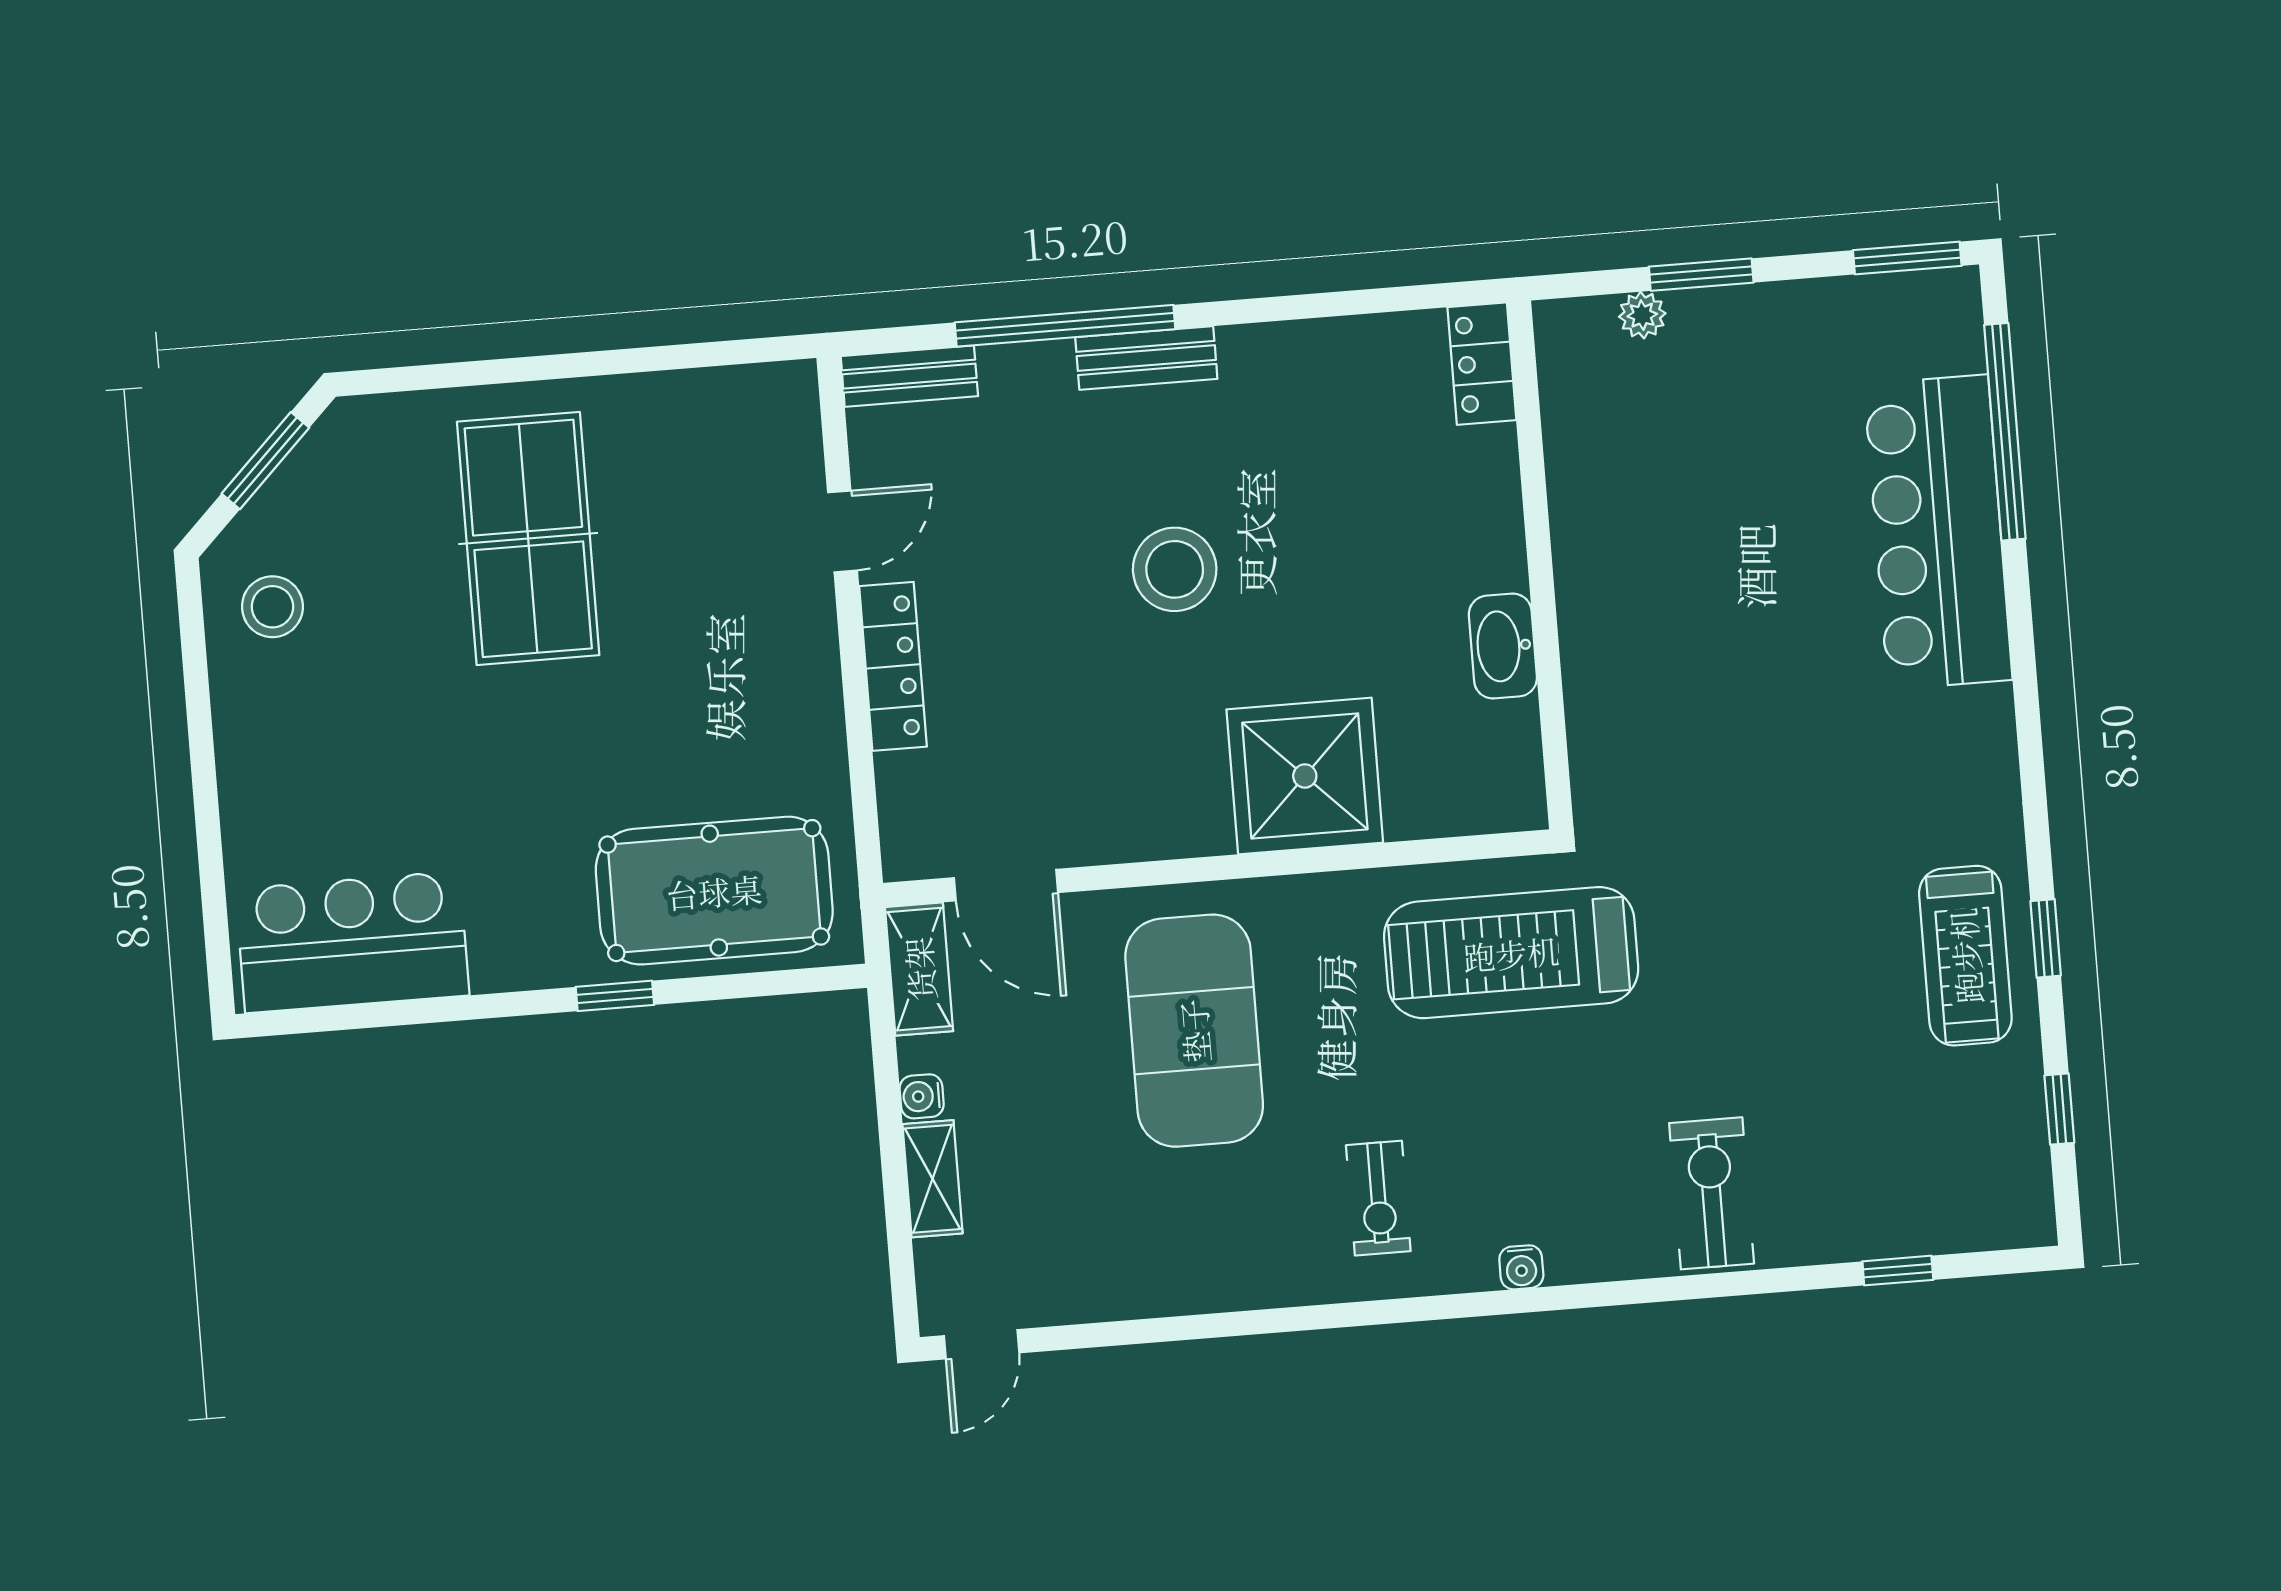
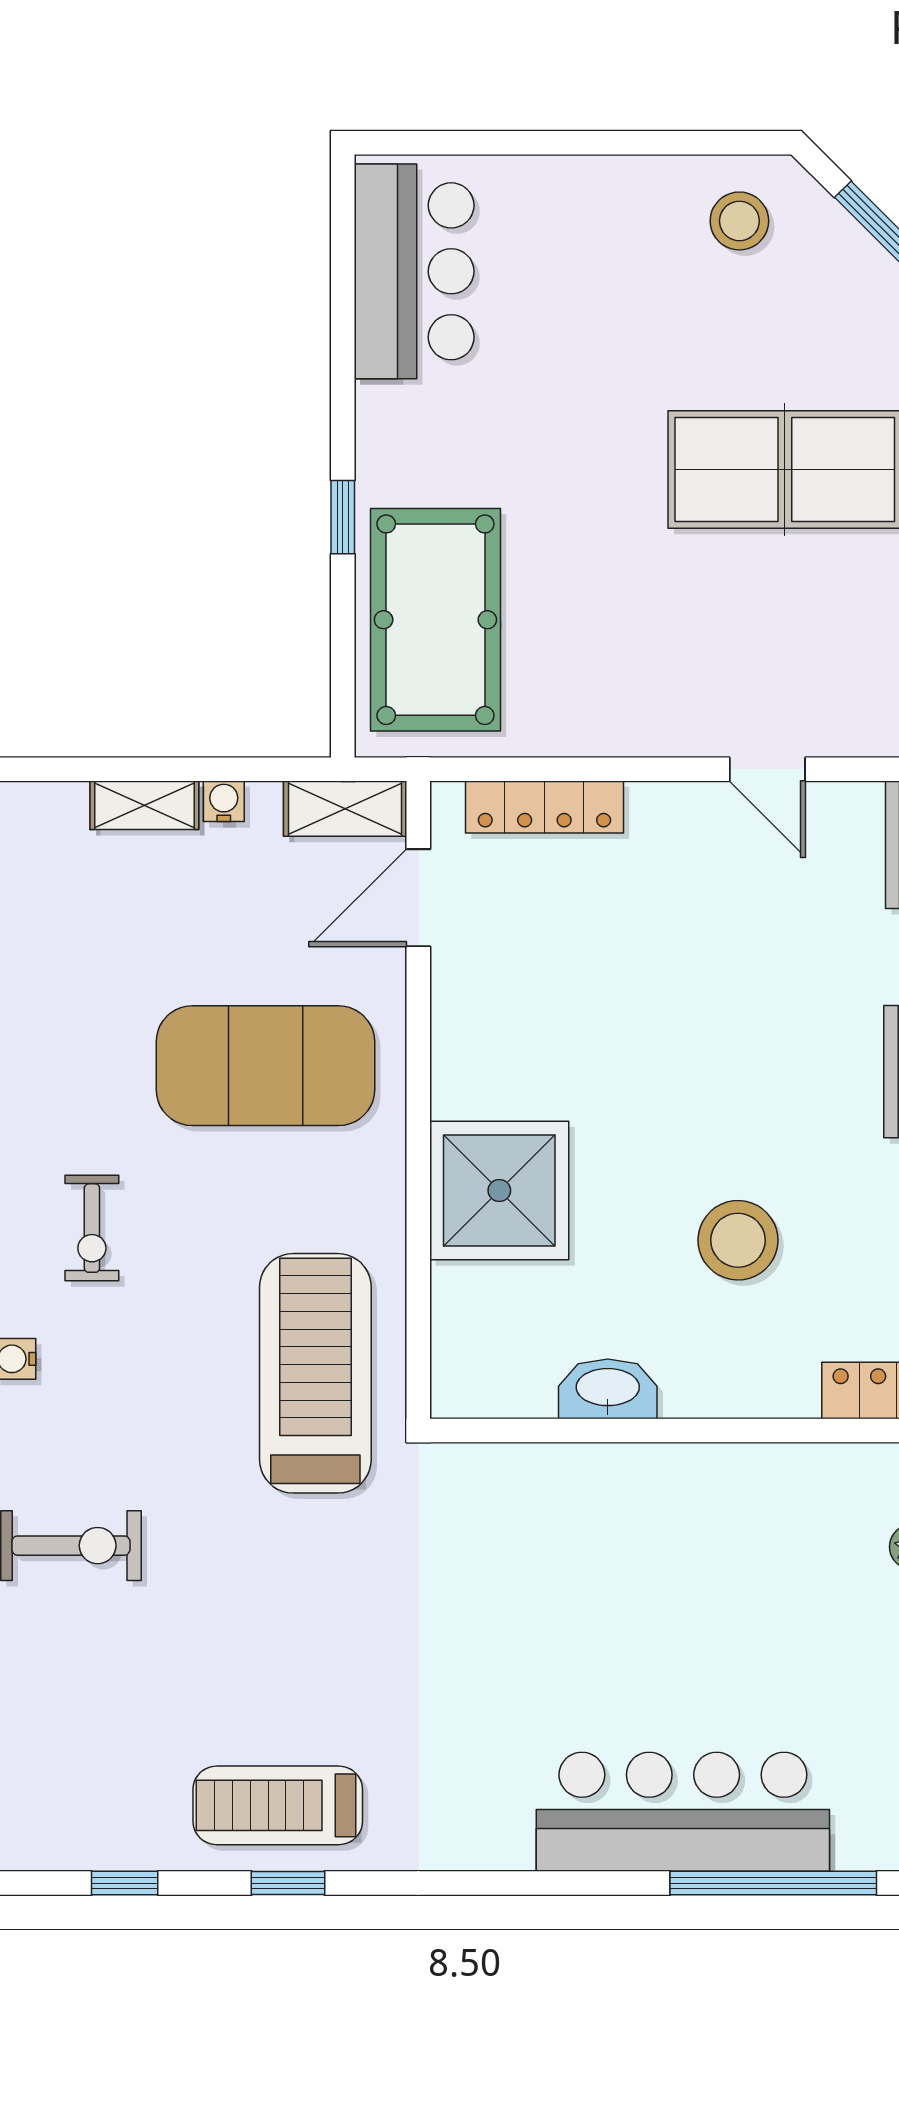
stool: (1175, 569) -> (738, 1240), moved
locker: (893, 666) -> (544, 807), moved
exercise bike: (1378, 1198) -> (92, 1228), turned -90

